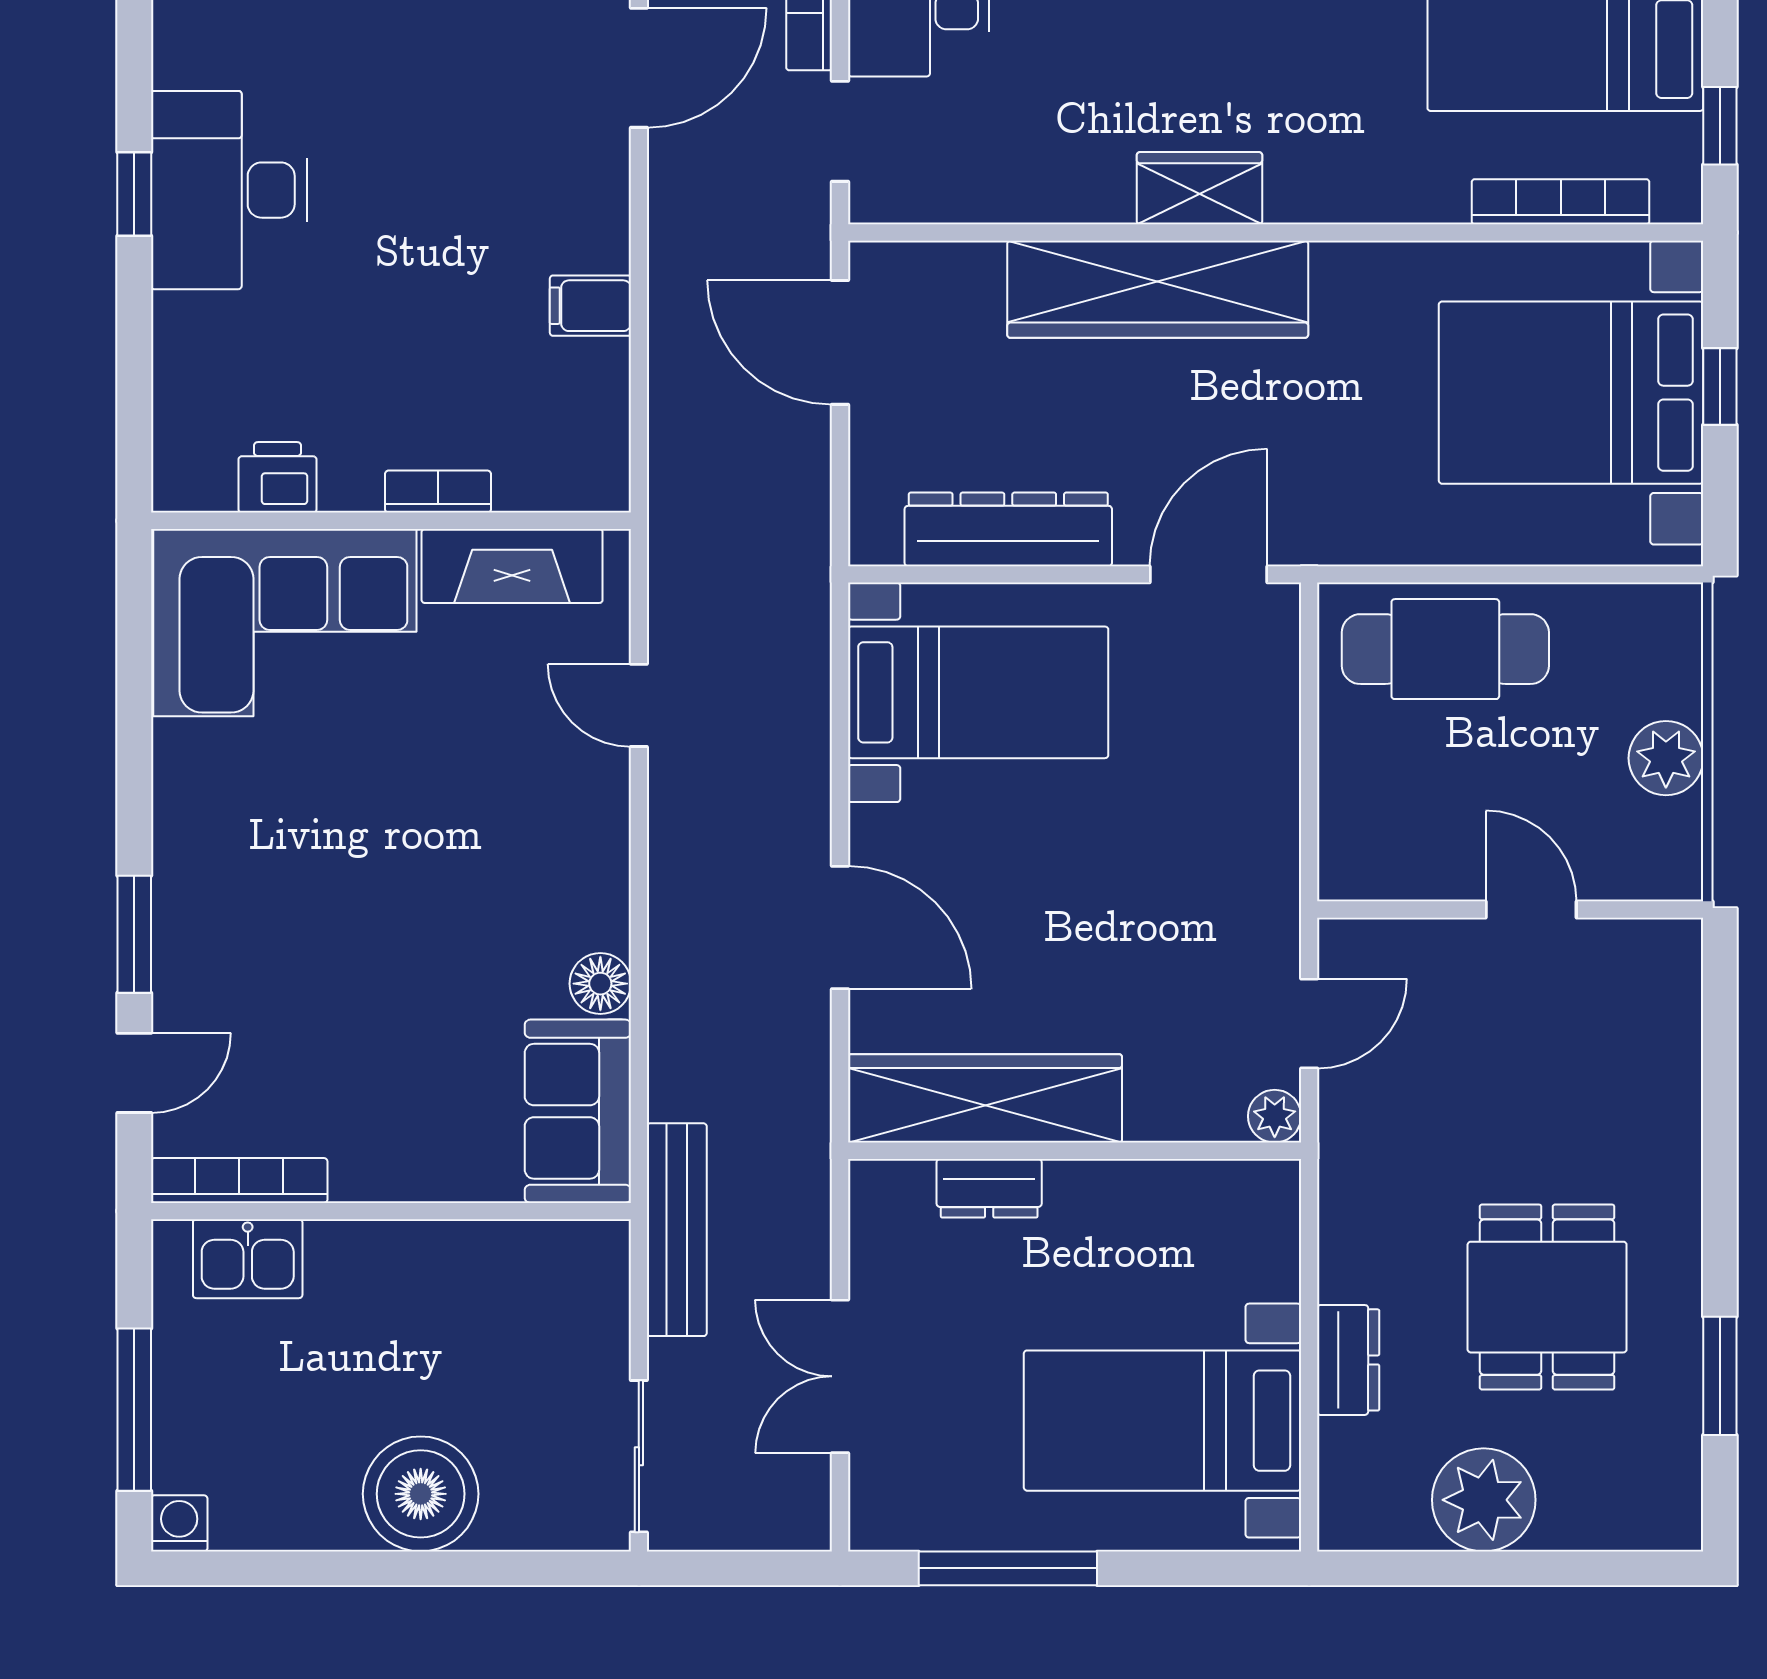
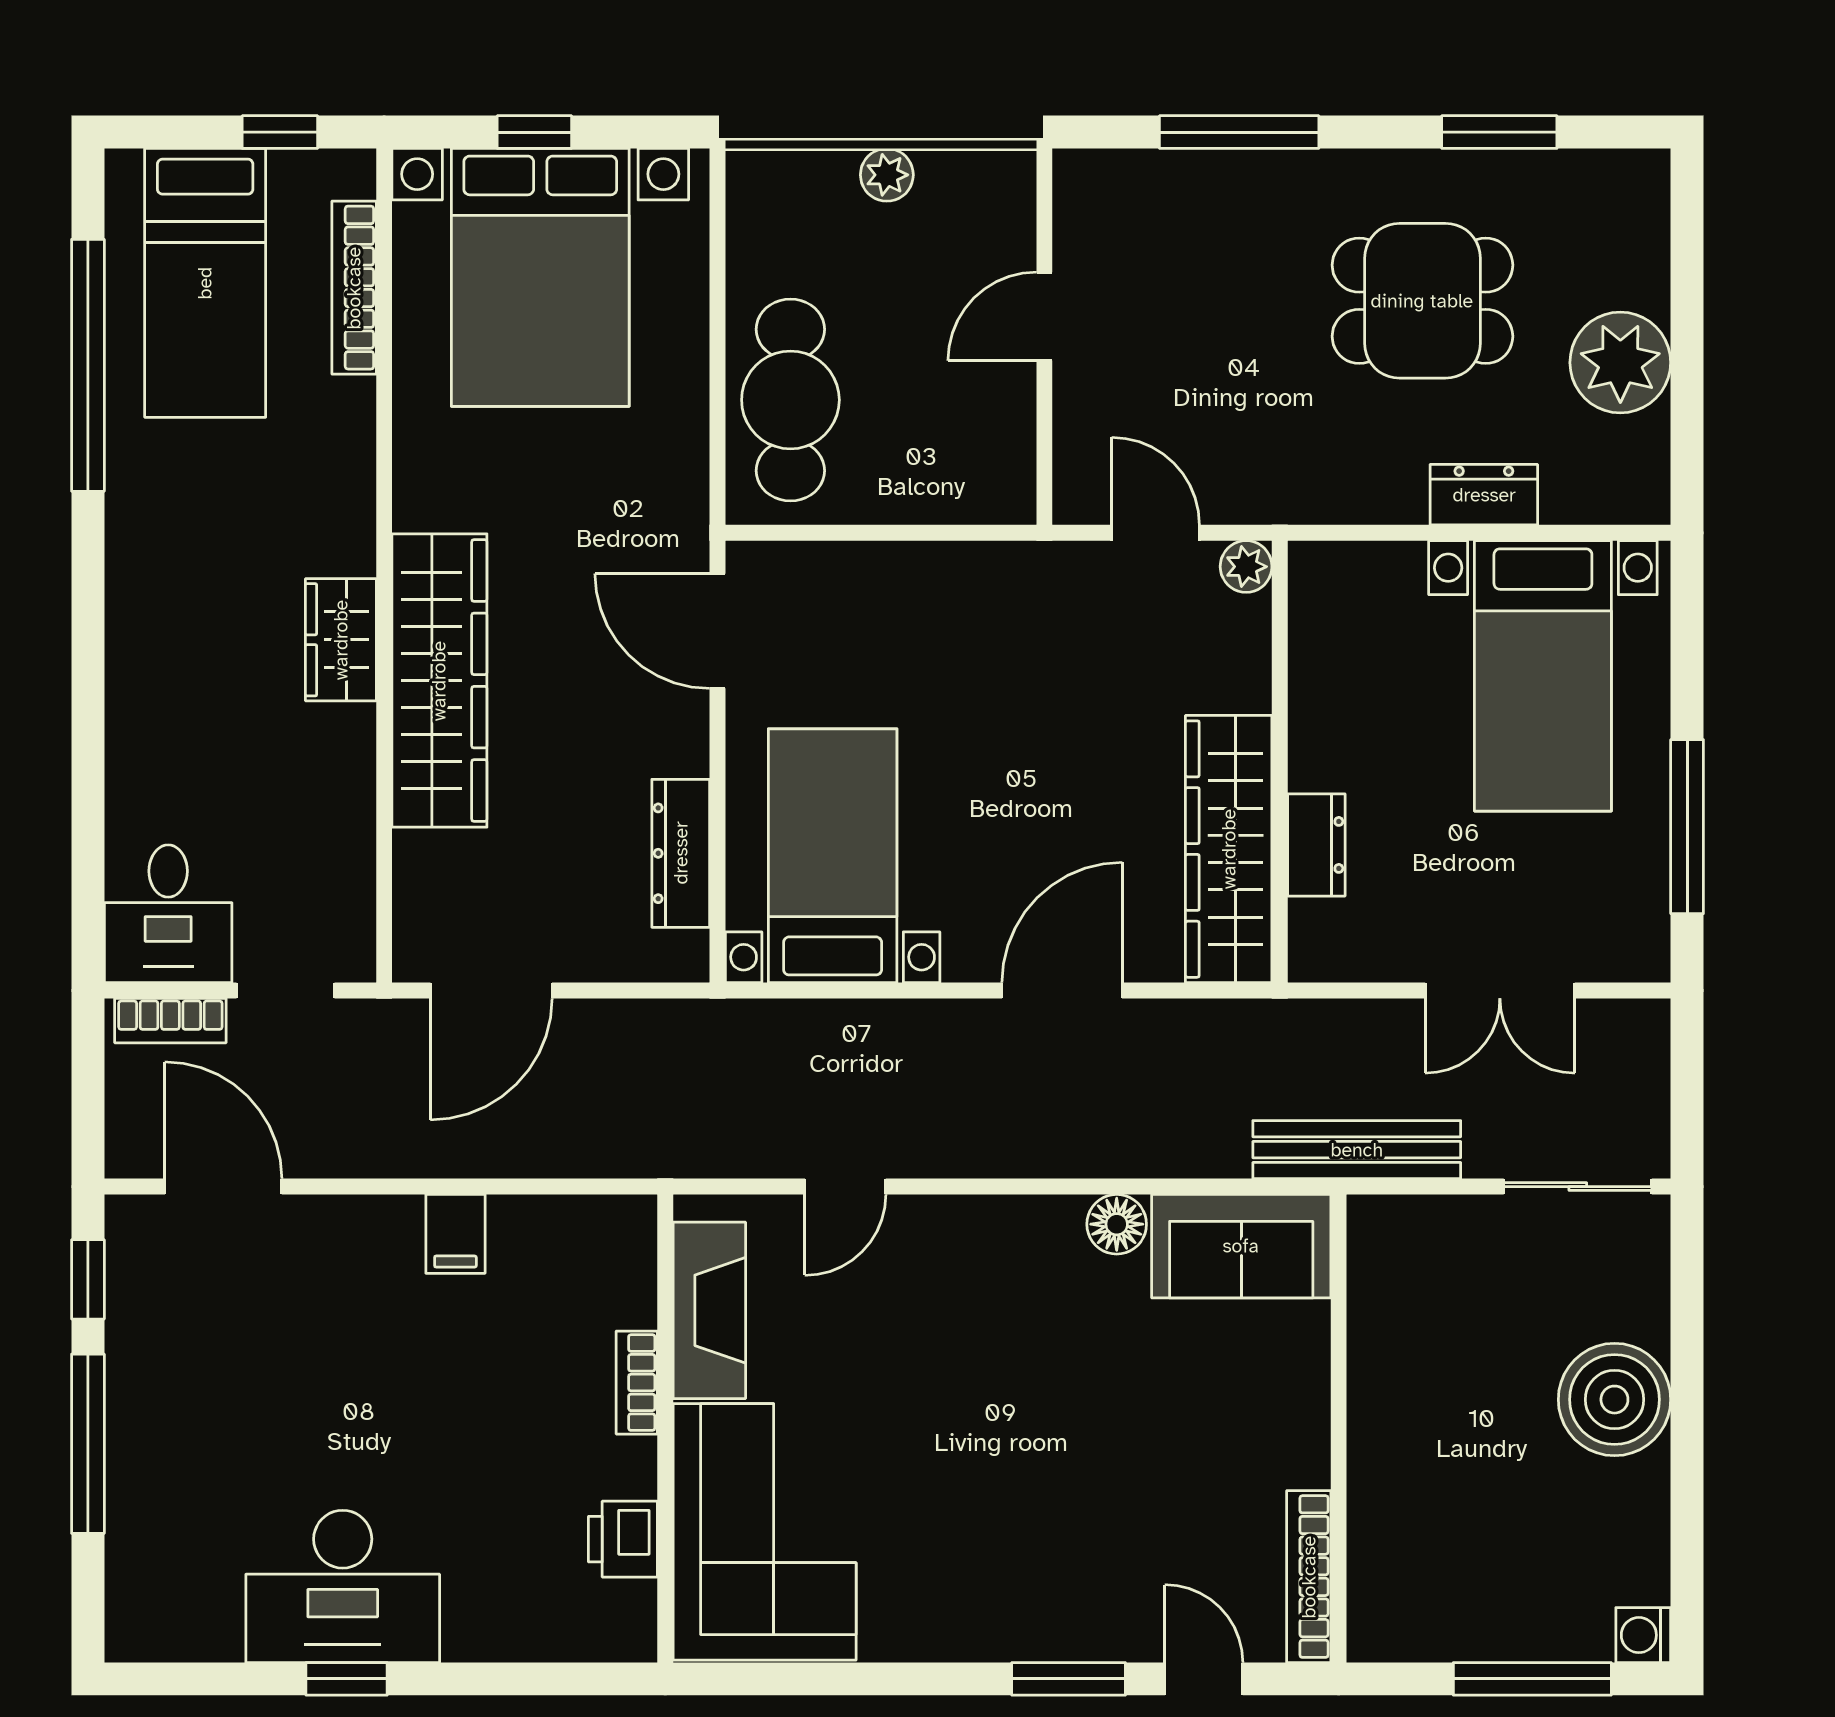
dresser: (1008, 529) -> (681, 853), width x0.73, depth x0.80
plant: (1666, 758) -> (887, 175), width x0.73, depth x0.73
window: (1720, 1109) -> (1239, 132), added
kitchen sink: (248, 1259) -> (1385, 1568), removed

